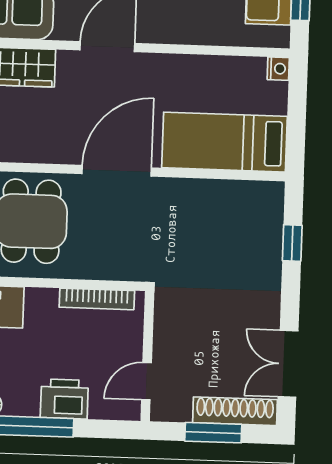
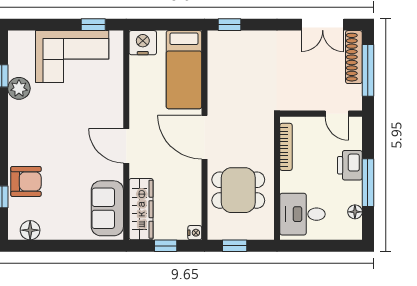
nightstand: (278, 69) -> (143, 43), width x1.89, depth x1.79
window: (292, 243) -> (229, 25), moved
window: (213, 433) -> (368, 70), width x1.44

